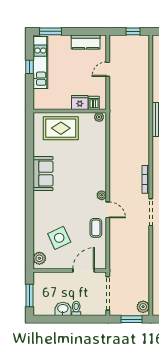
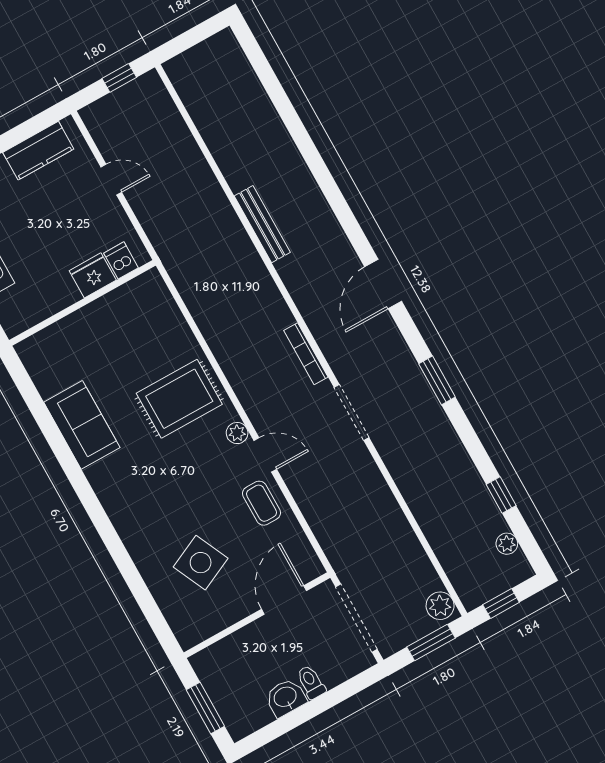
door: (108, 69) -> (111, 180), swing flipped
plant: (99, 117) -> (146, 283), removed
rug: (61, 128) -> (179, 399), moved
sofa: (43, 174) -> (82, 425), moved
plant: (39, 258) -> (184, 624), removed

